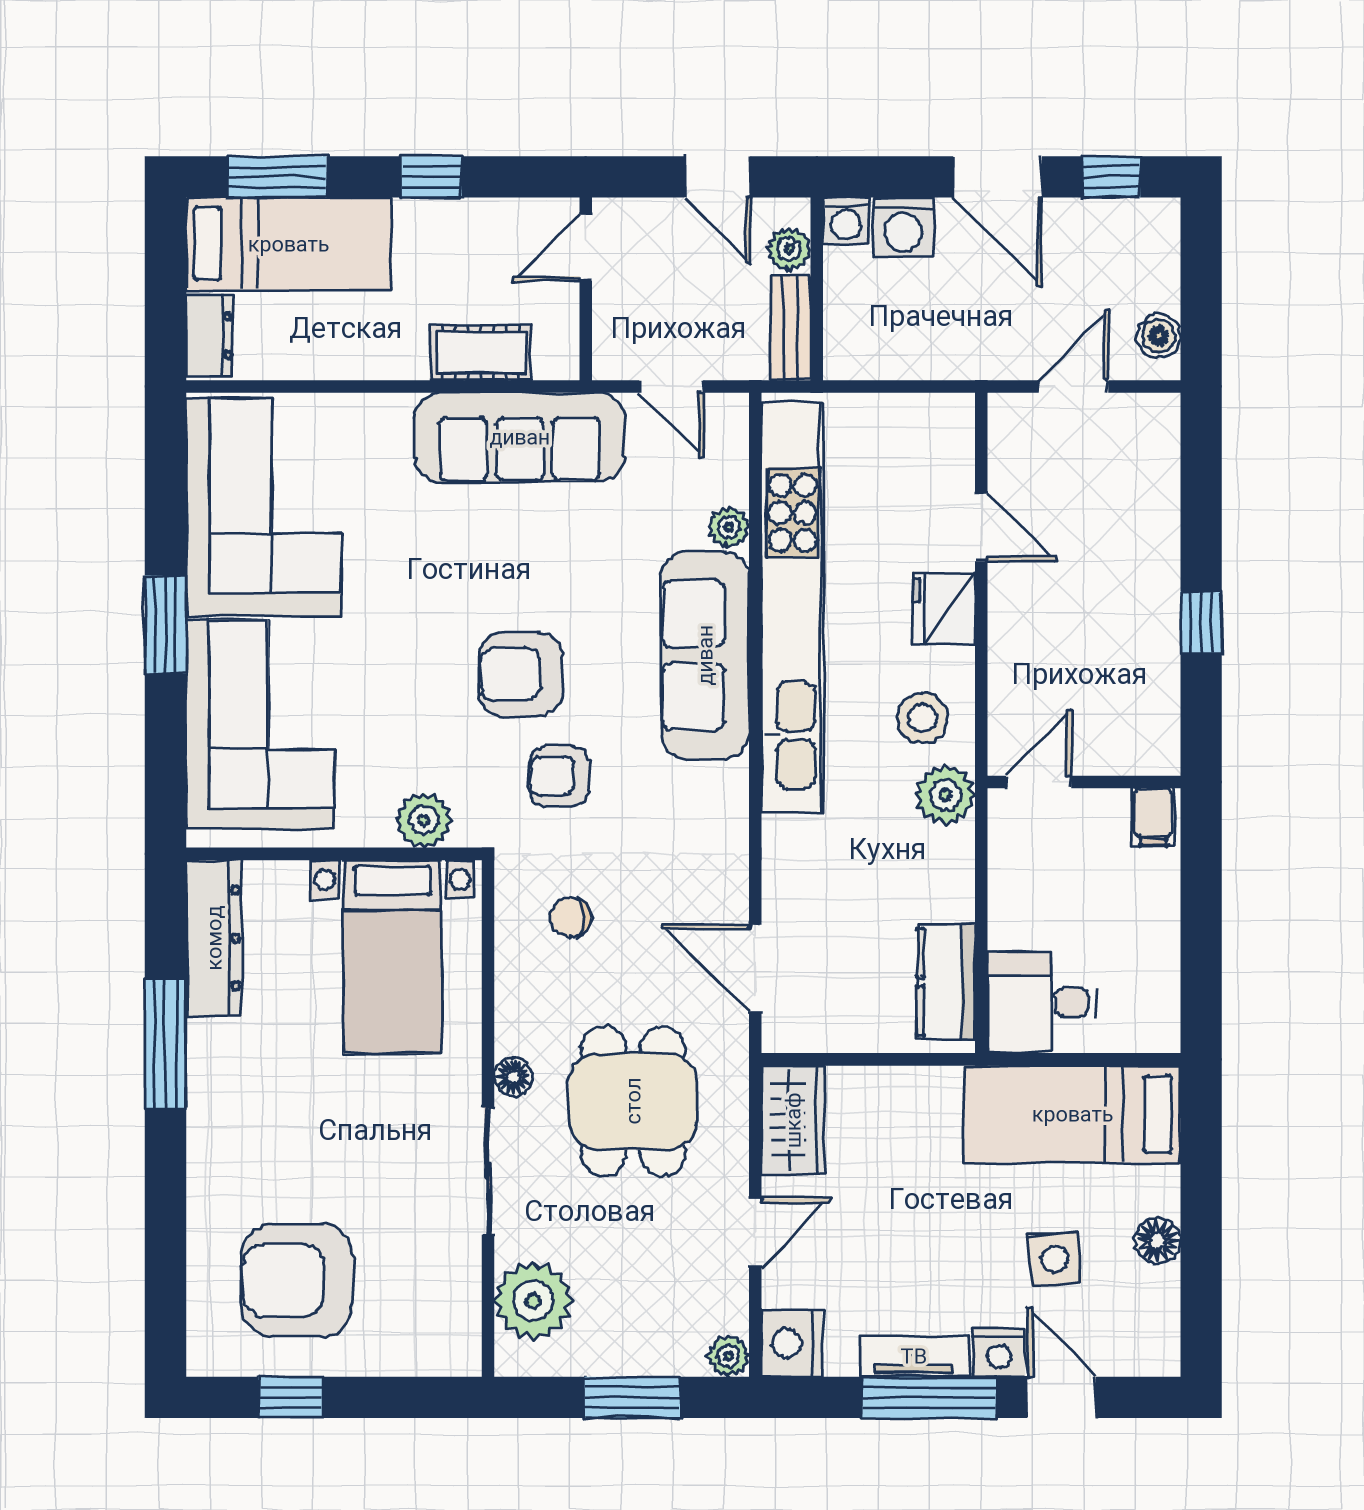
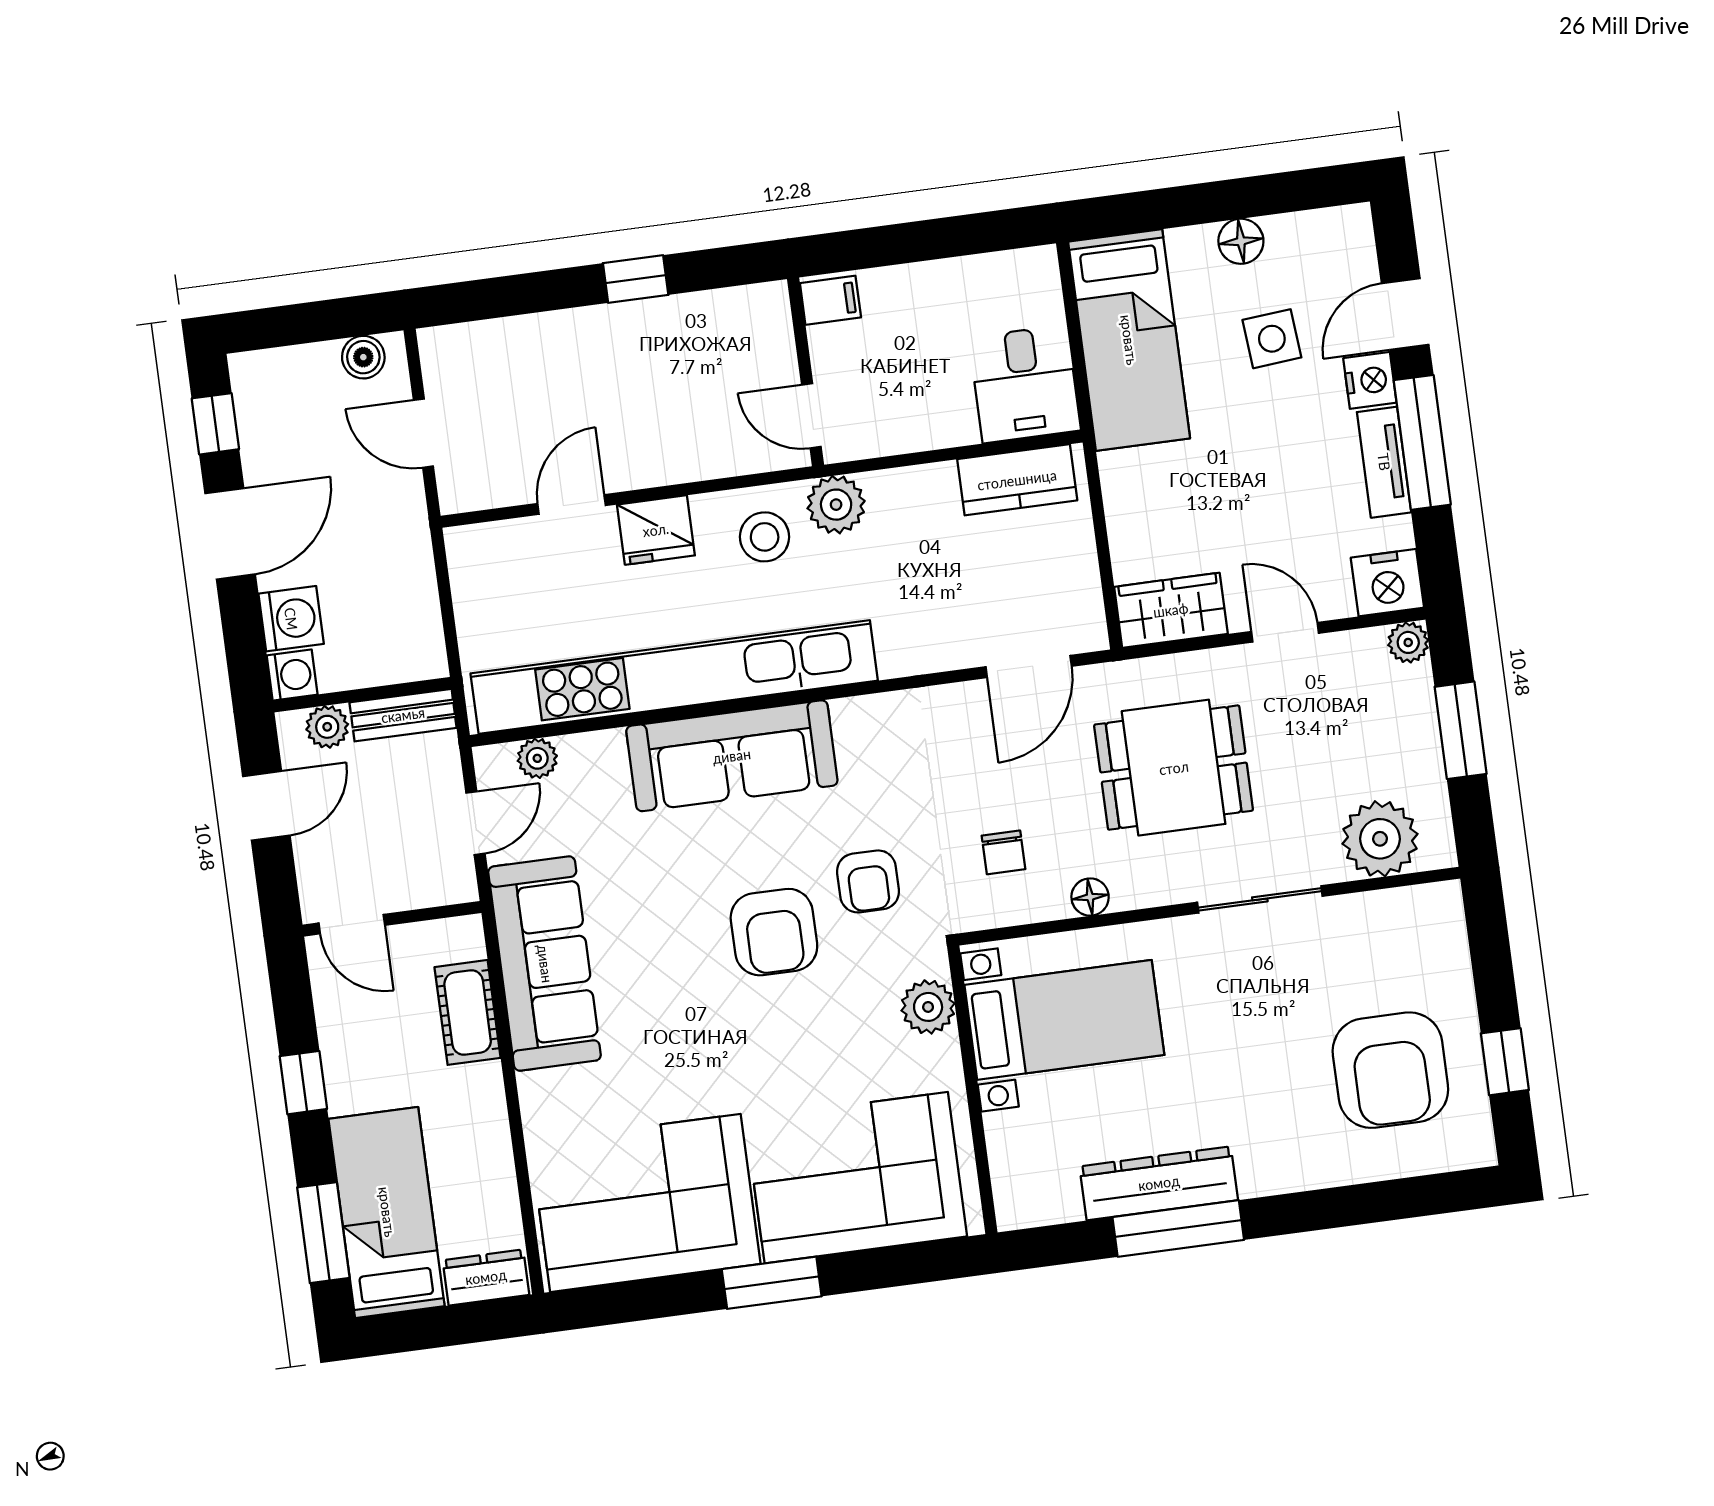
plant: (729, 527) -> (537, 758), moved
dresser: (214, 938) -> (1159, 1183), moved
floor lamp: (513, 1077) -> (1090, 897), moved

